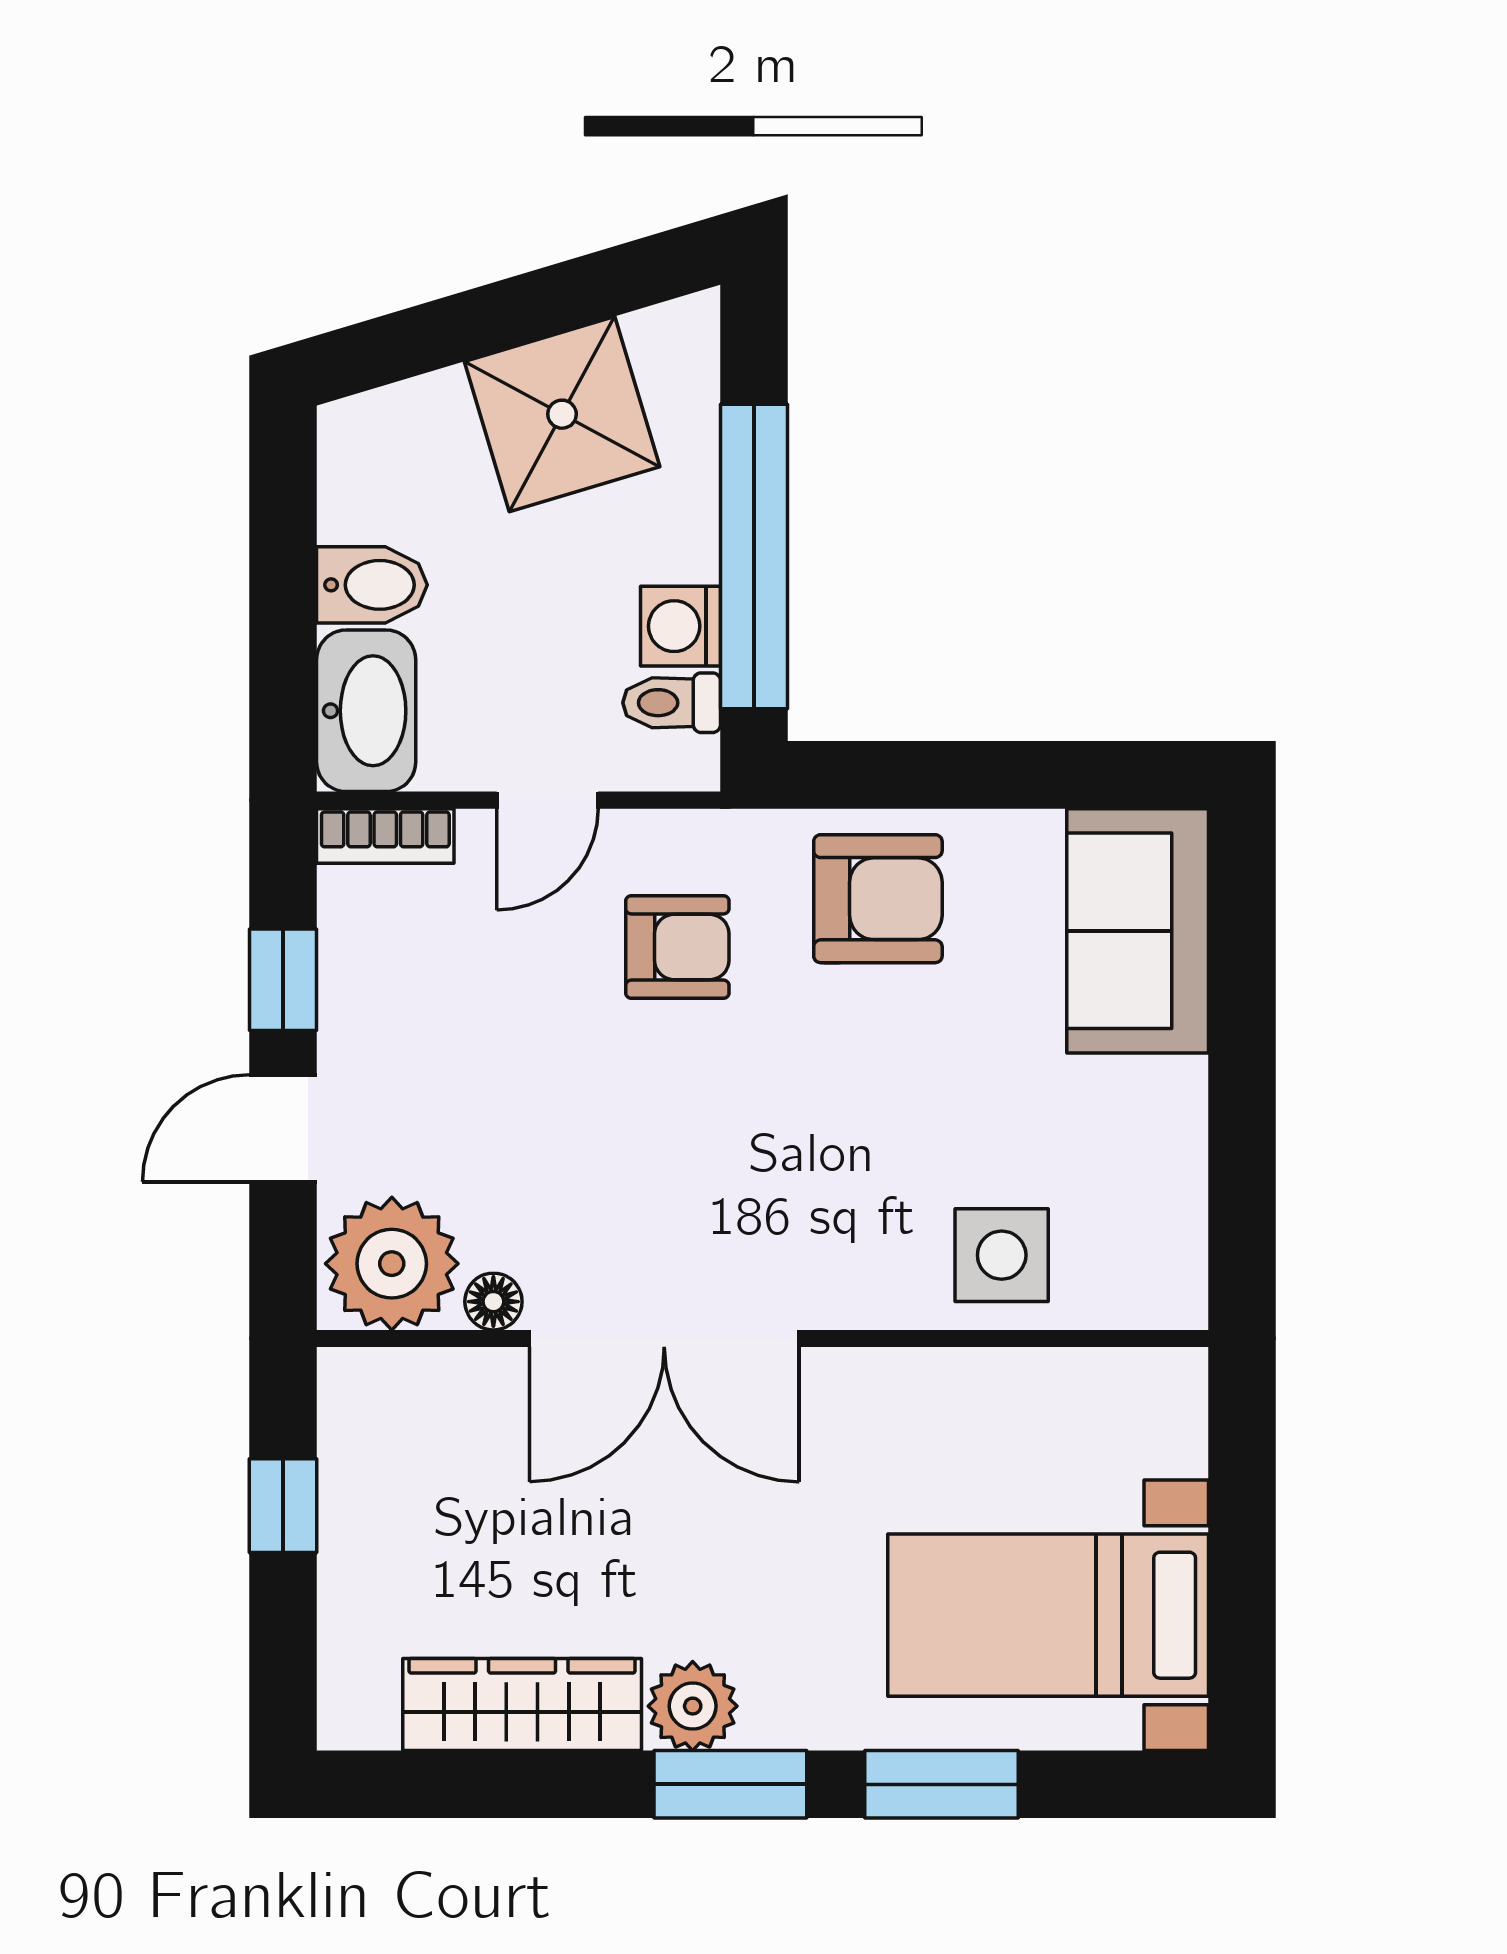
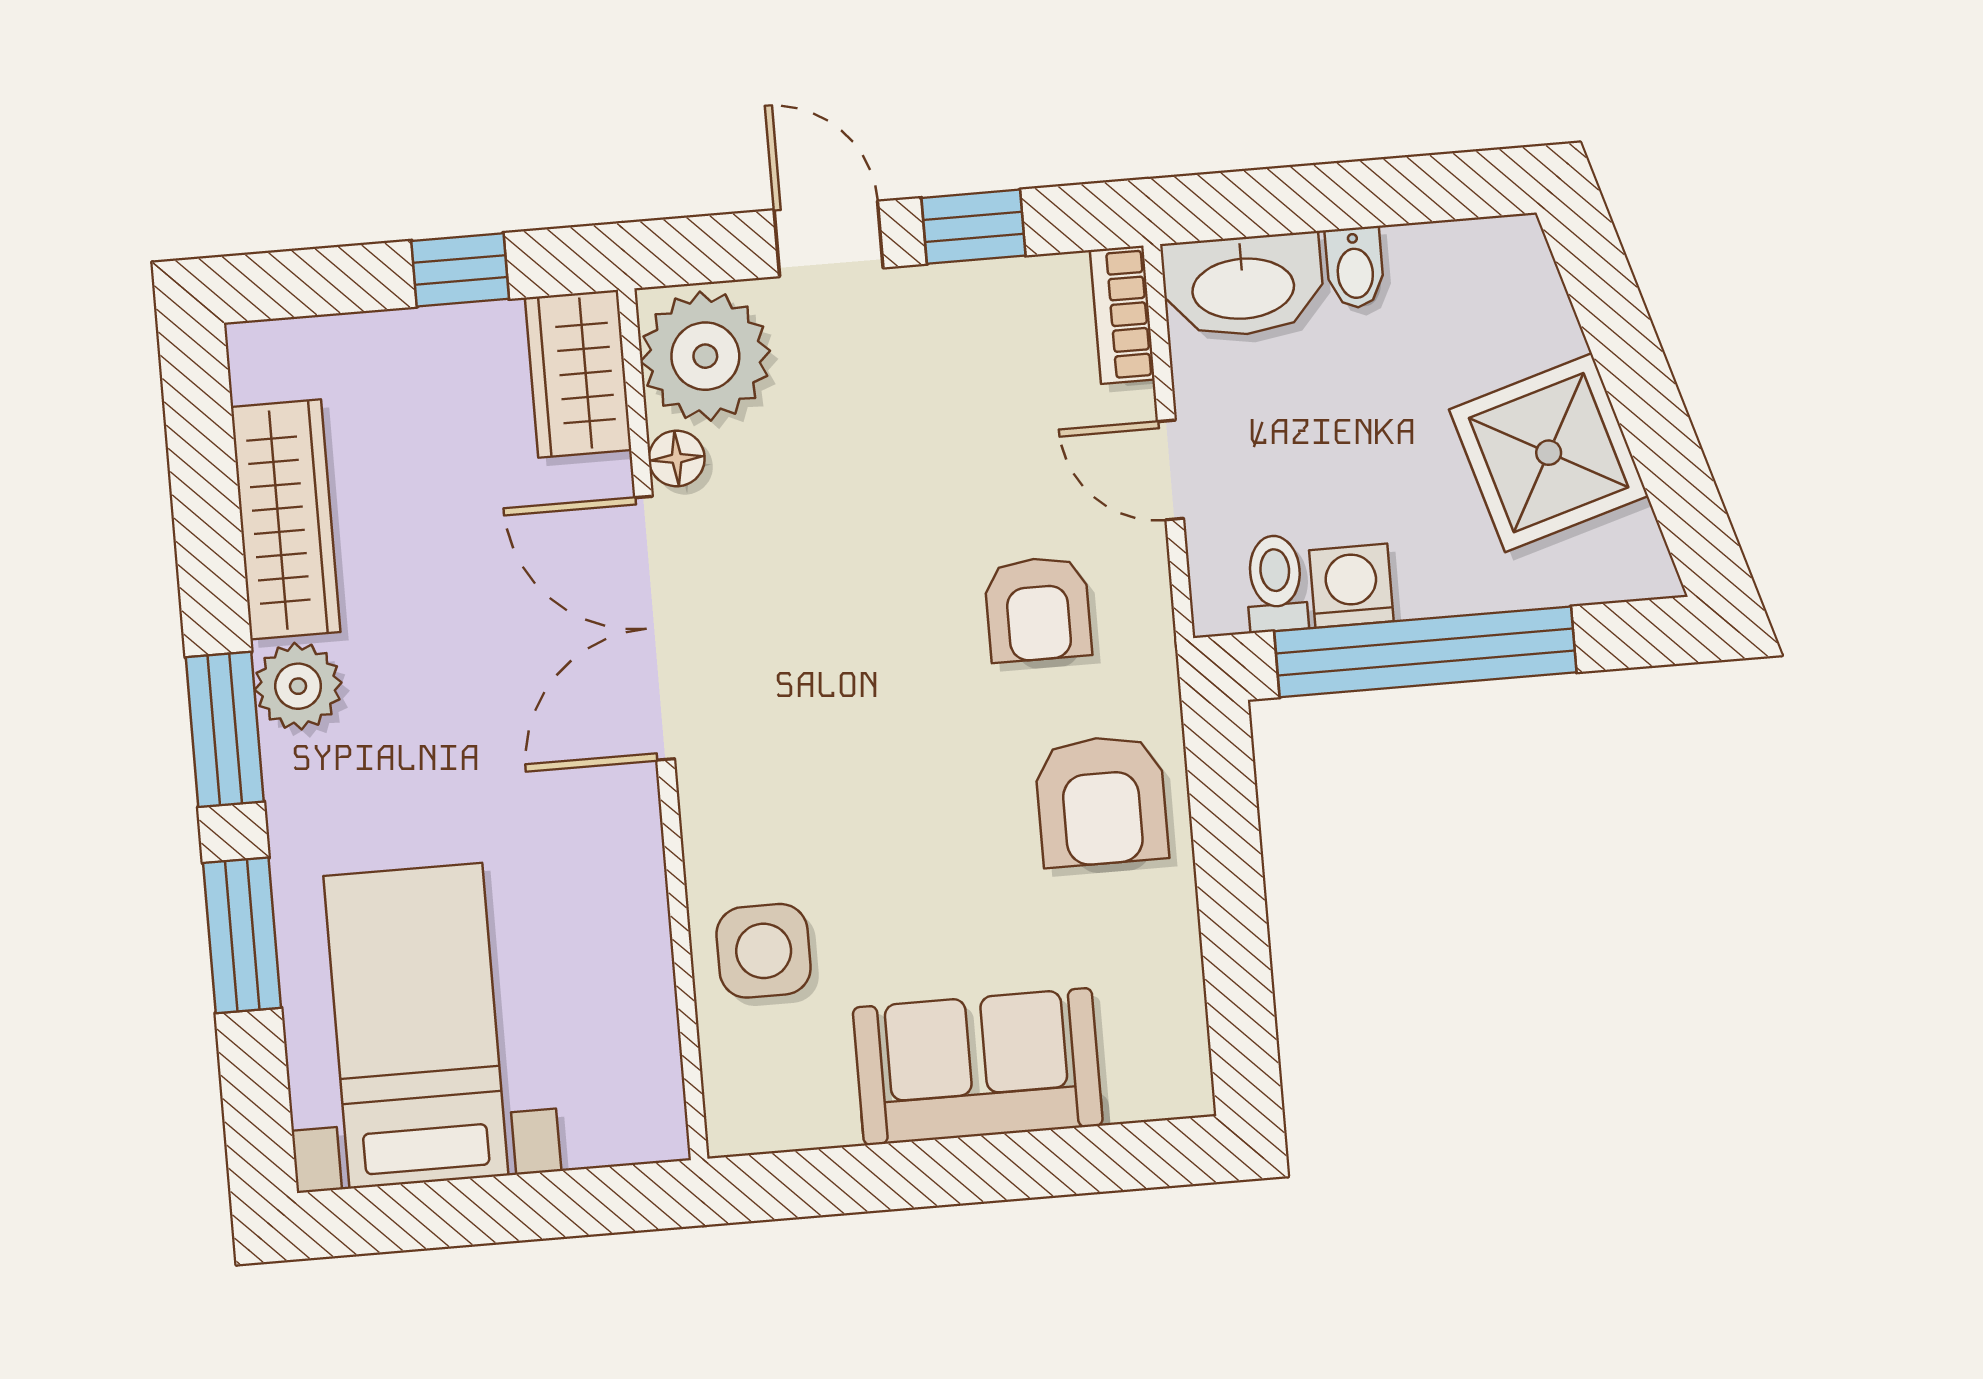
bidet: (372, 585) -> (1355, 268), width x0.72, depth x0.74
sofa: (1138, 931) -> (978, 1066), moved
wardrobe: (399, 1395) -> (578, 374), added

